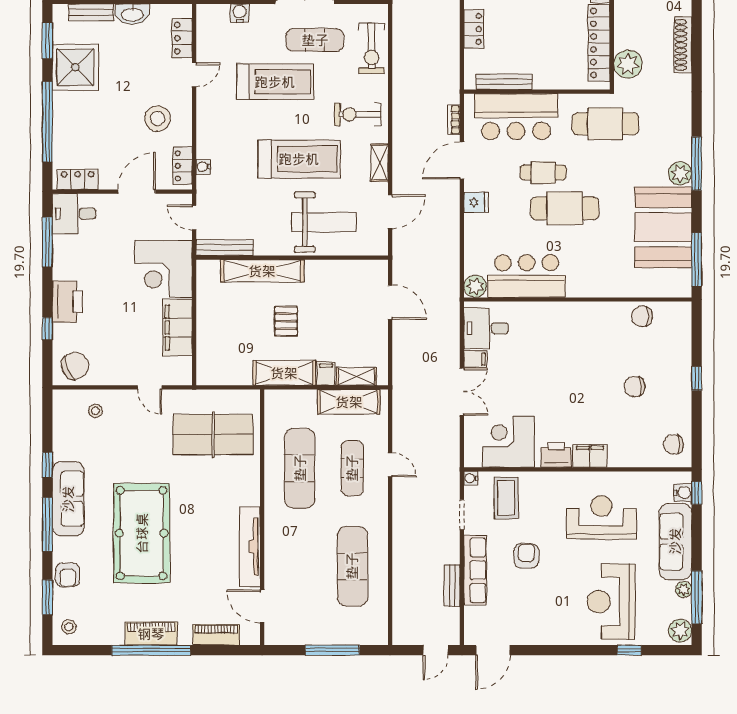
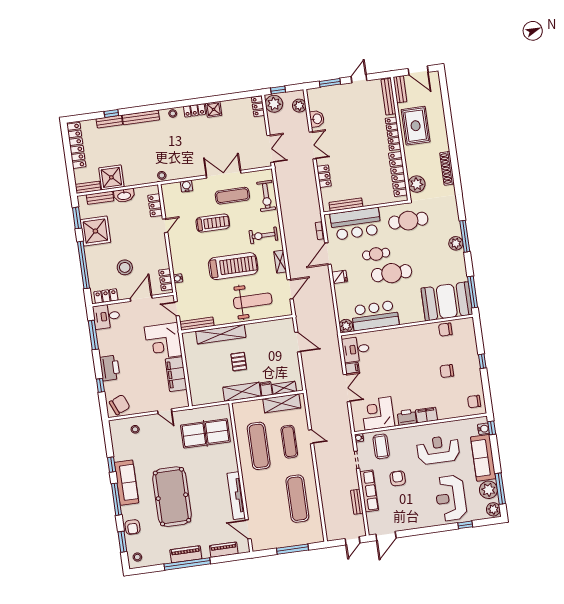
treadmill: (275, 82) -> (213, 223), width x0.73, depth x0.73
stool: (158, 119) -> (125, 267), moved
booth: (663, 227) -> (447, 301), moved, turned 90
plant: (684, 590) -> (488, 490), width x1.88, depth x1.88

